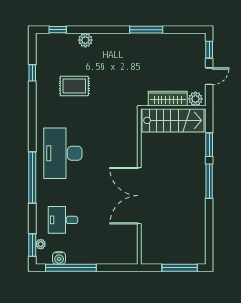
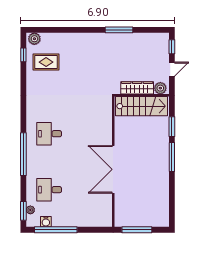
window: (58, 30) -> (45, 30), removed
plant: (85, 40) -> (34, 39), moved
window: (32, 73) -> (23, 55), moved
rug: (74, 86) -> (46, 62), moved
desk: (63, 153) -> (49, 134), width x0.53, depth x0.77
window: (180, 268) -> (137, 230), moved

